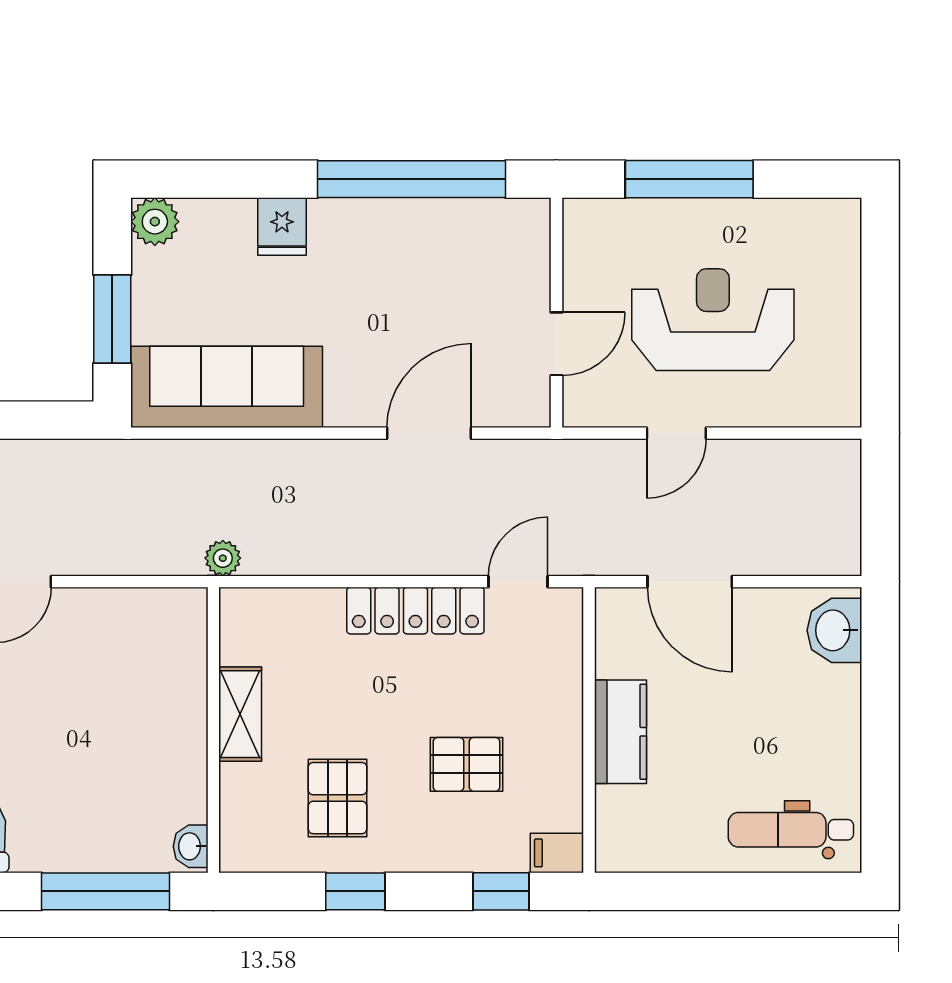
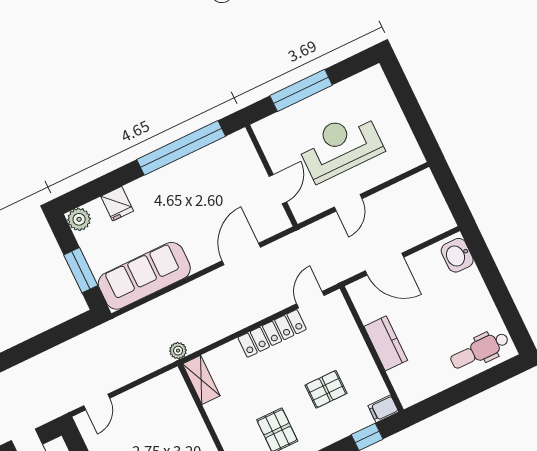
fridge: (282, 226) -> (117, 204), moved
shelving: (240, 714) -> (201, 380), moved

